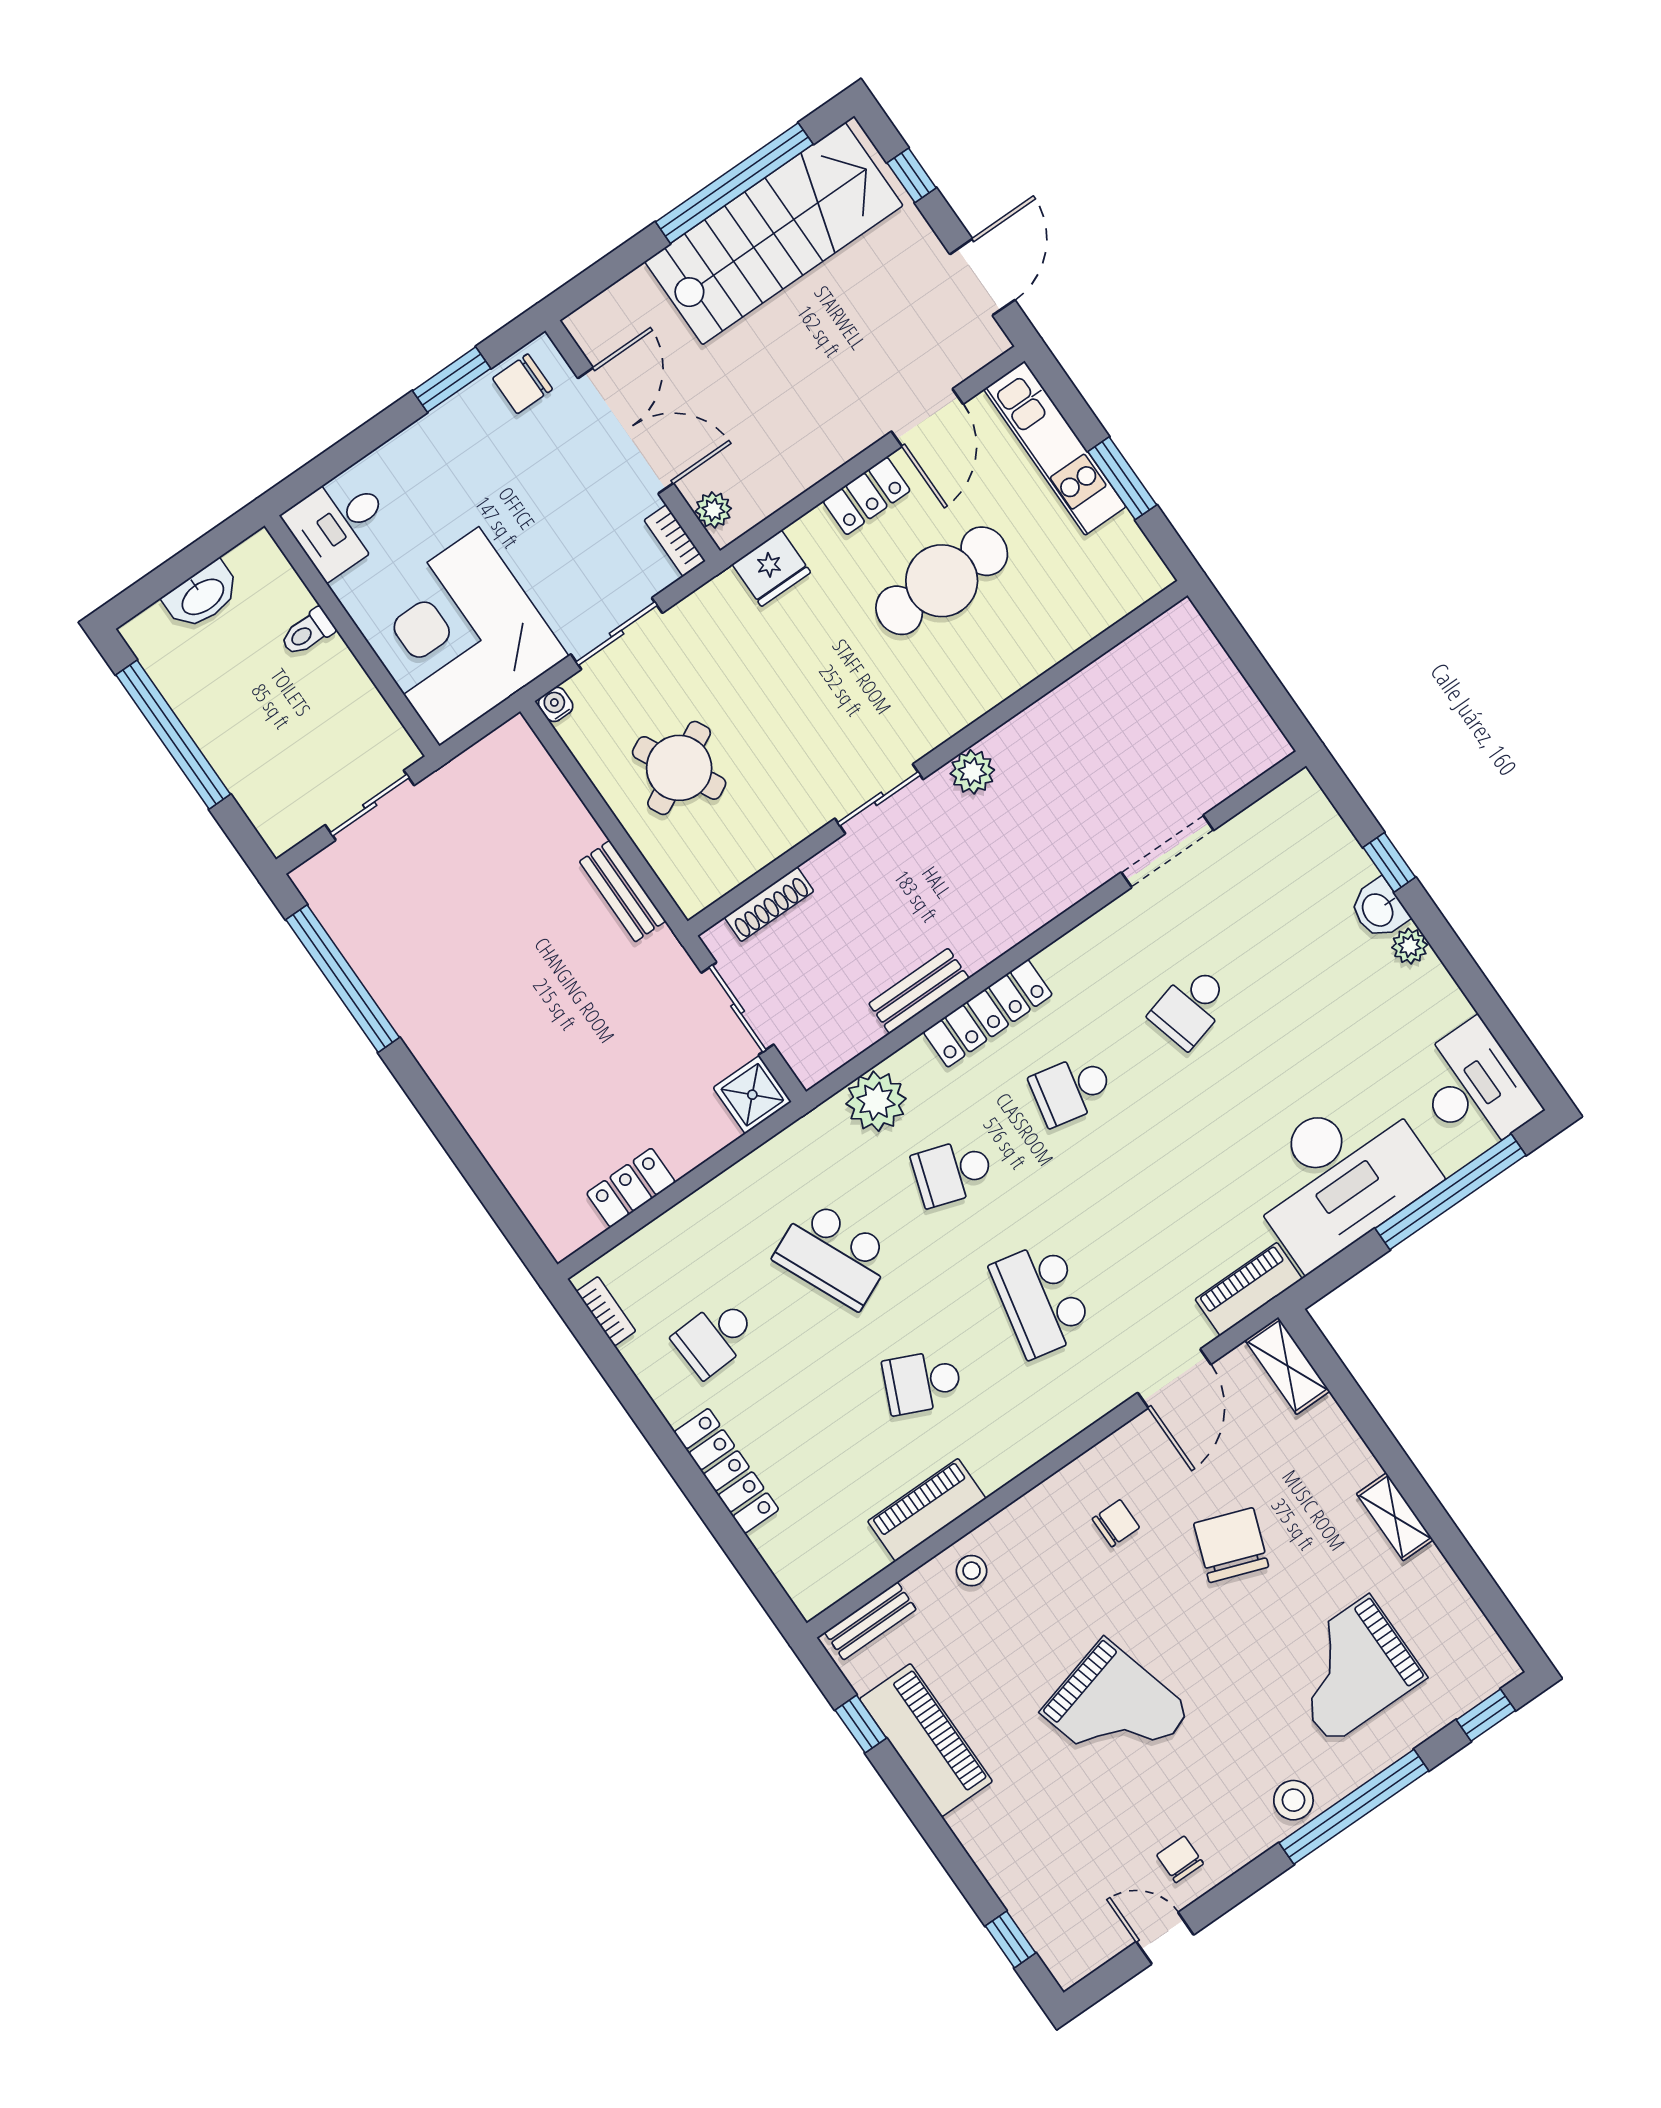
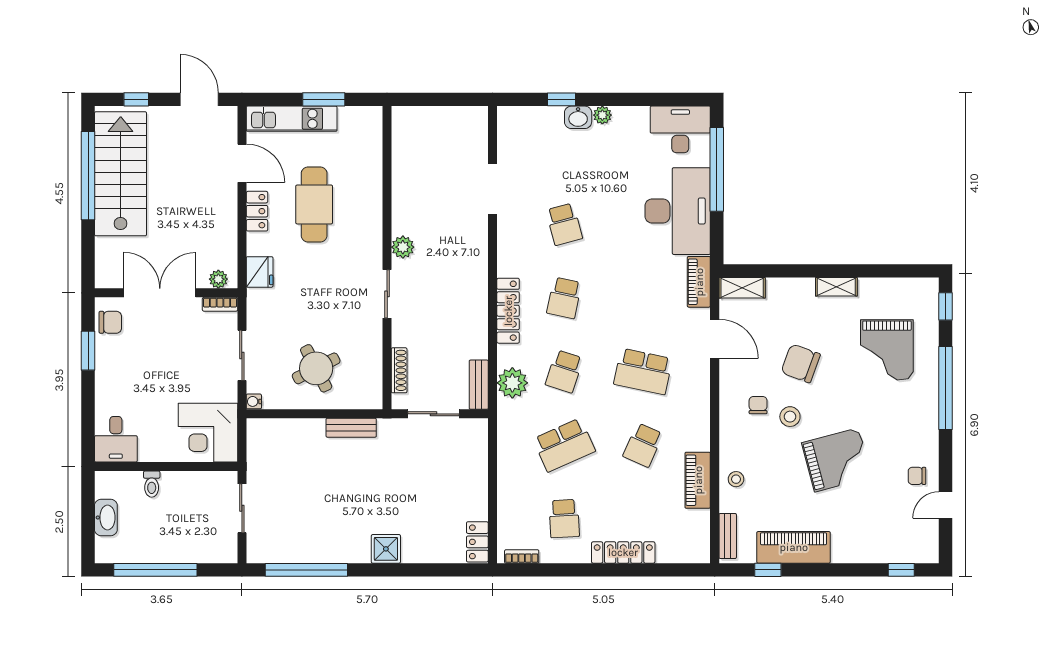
chair: (523, 384) -> (110, 322), turned -90
corner desk: (459, 636) -> (208, 433), width x0.74, depth x0.74
bench: (919, 991) -> (479, 385), moved
shower: (752, 1095) -> (386, 549), moved
locker: (631, 1188) -> (477, 542), moved
stool: (1293, 1800) -> (790, 417), moved

